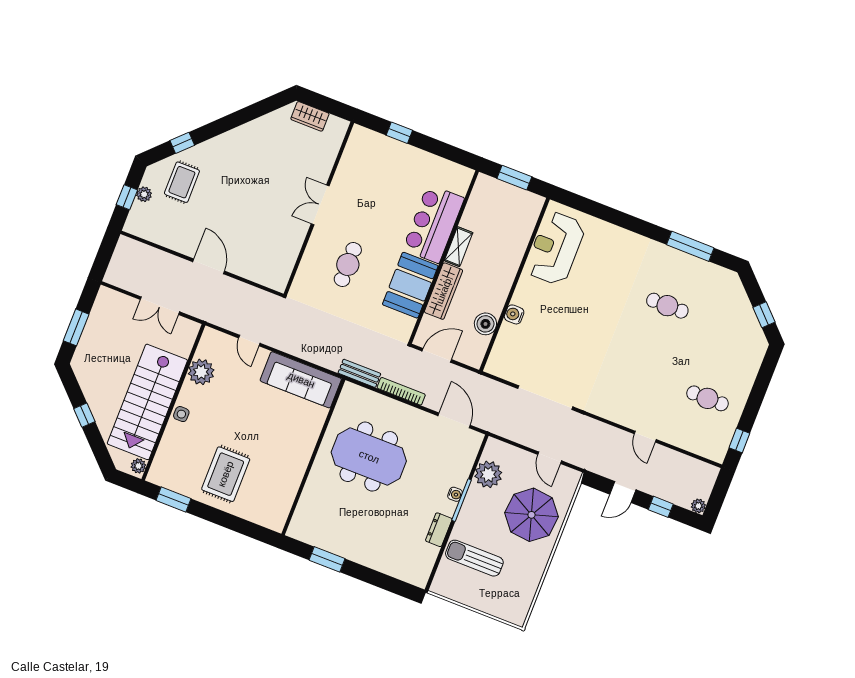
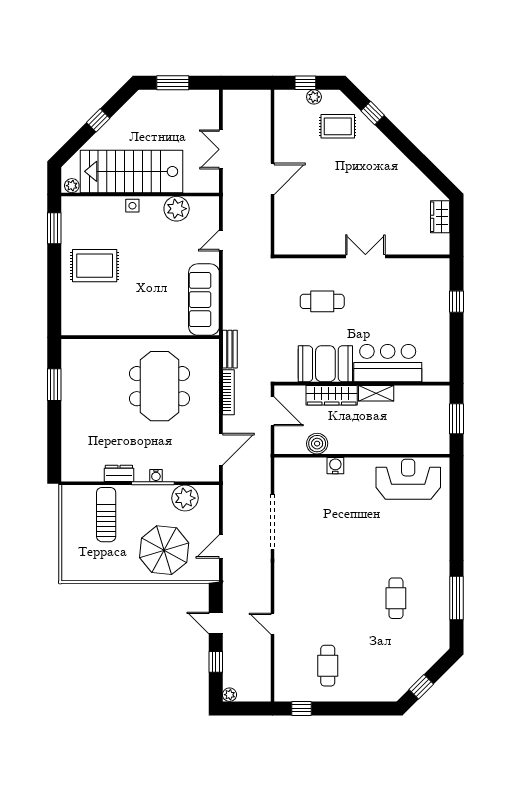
door: (645, 437) -> (272, 624), hinge flipped

